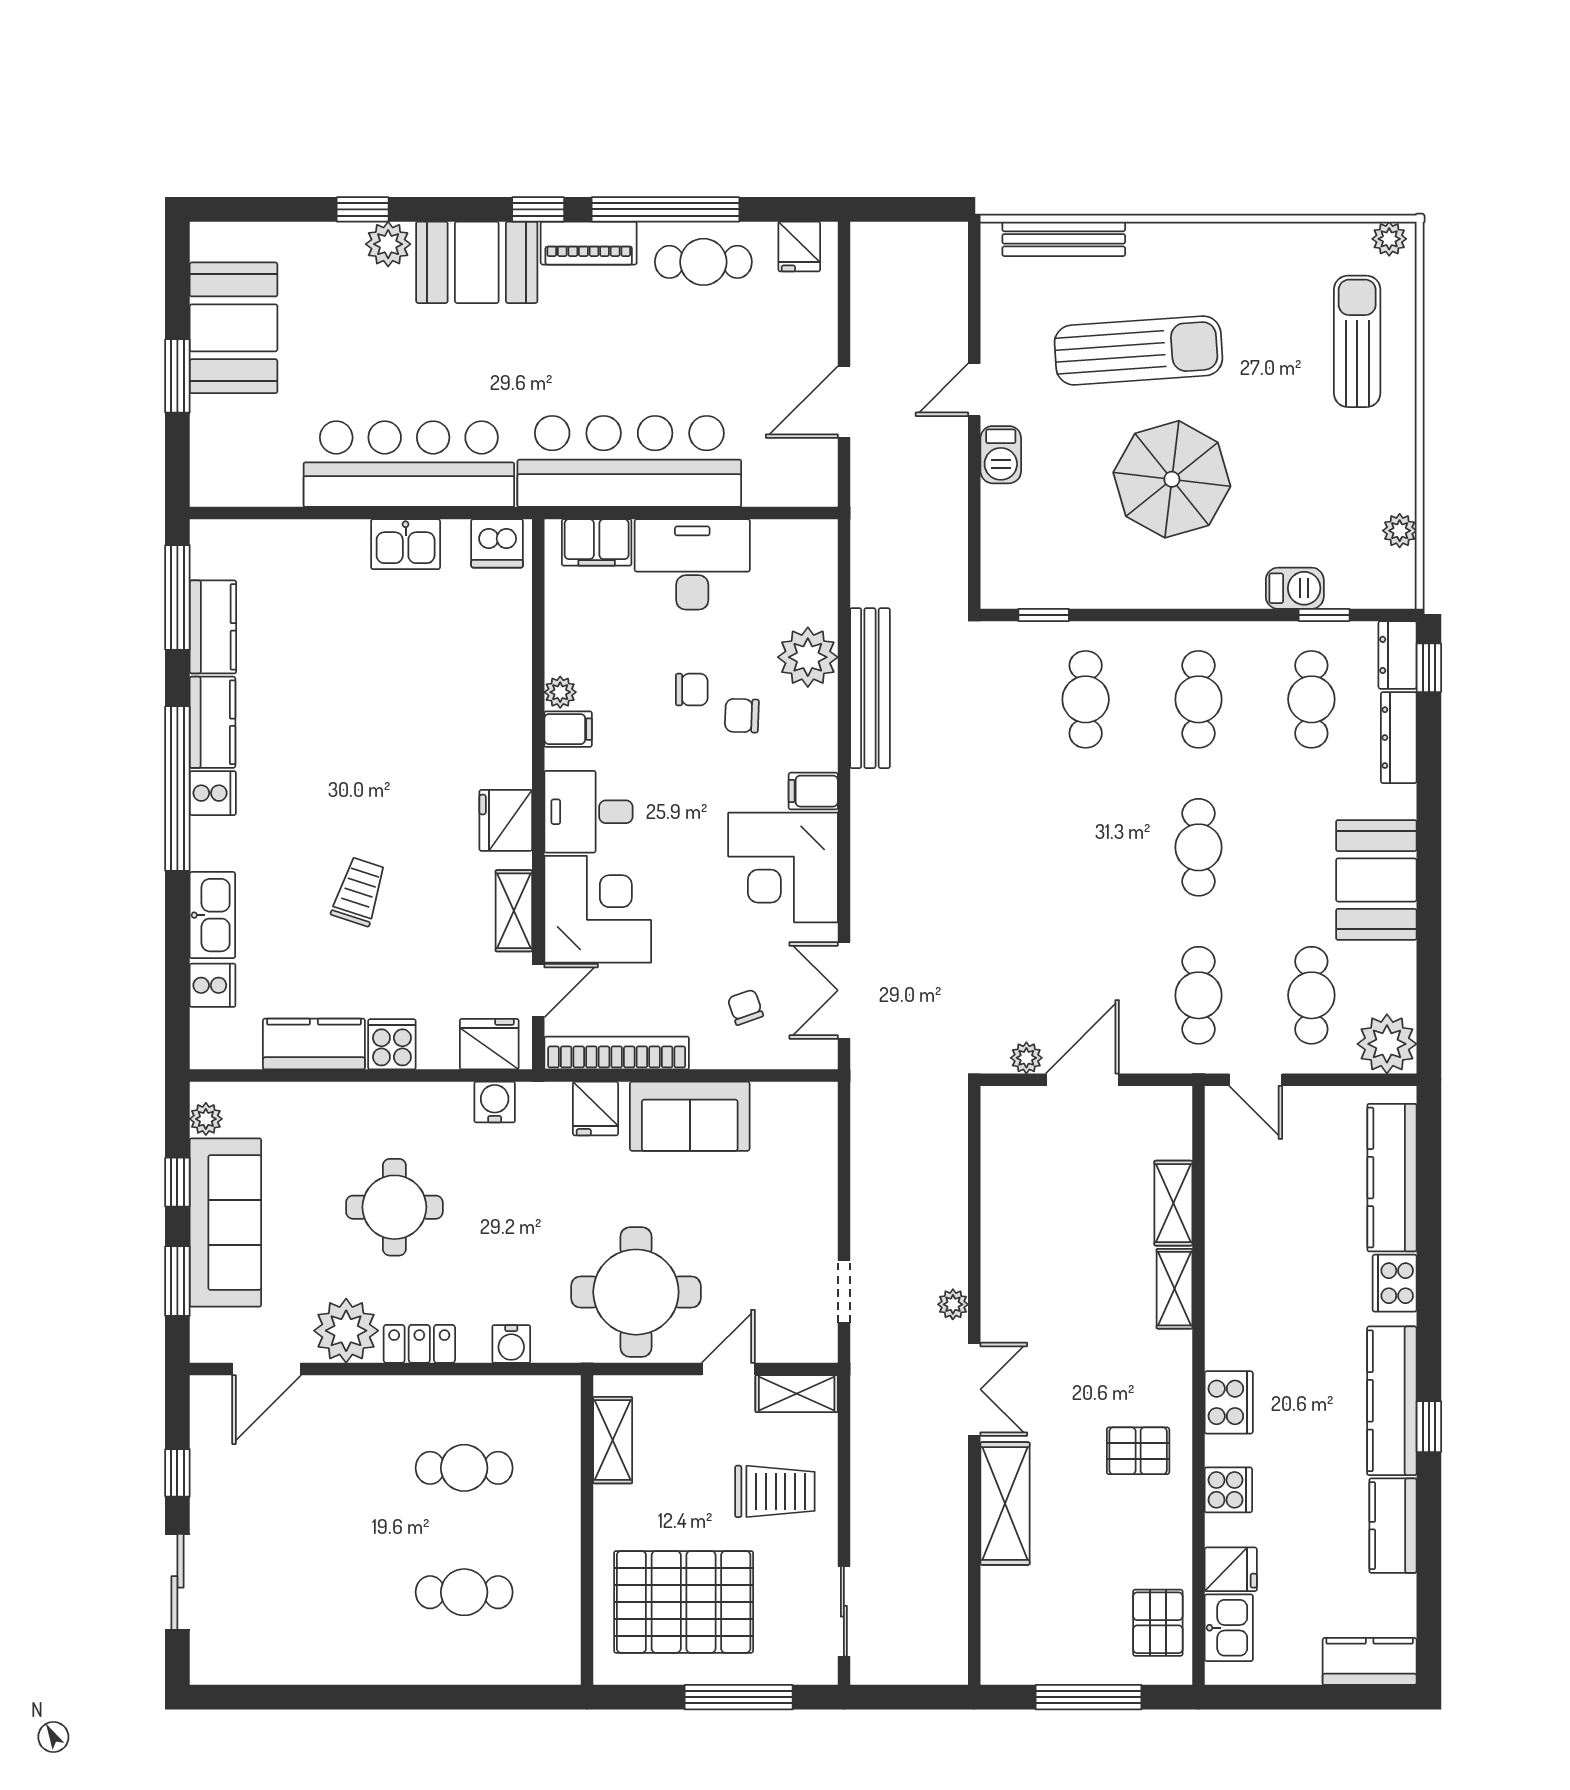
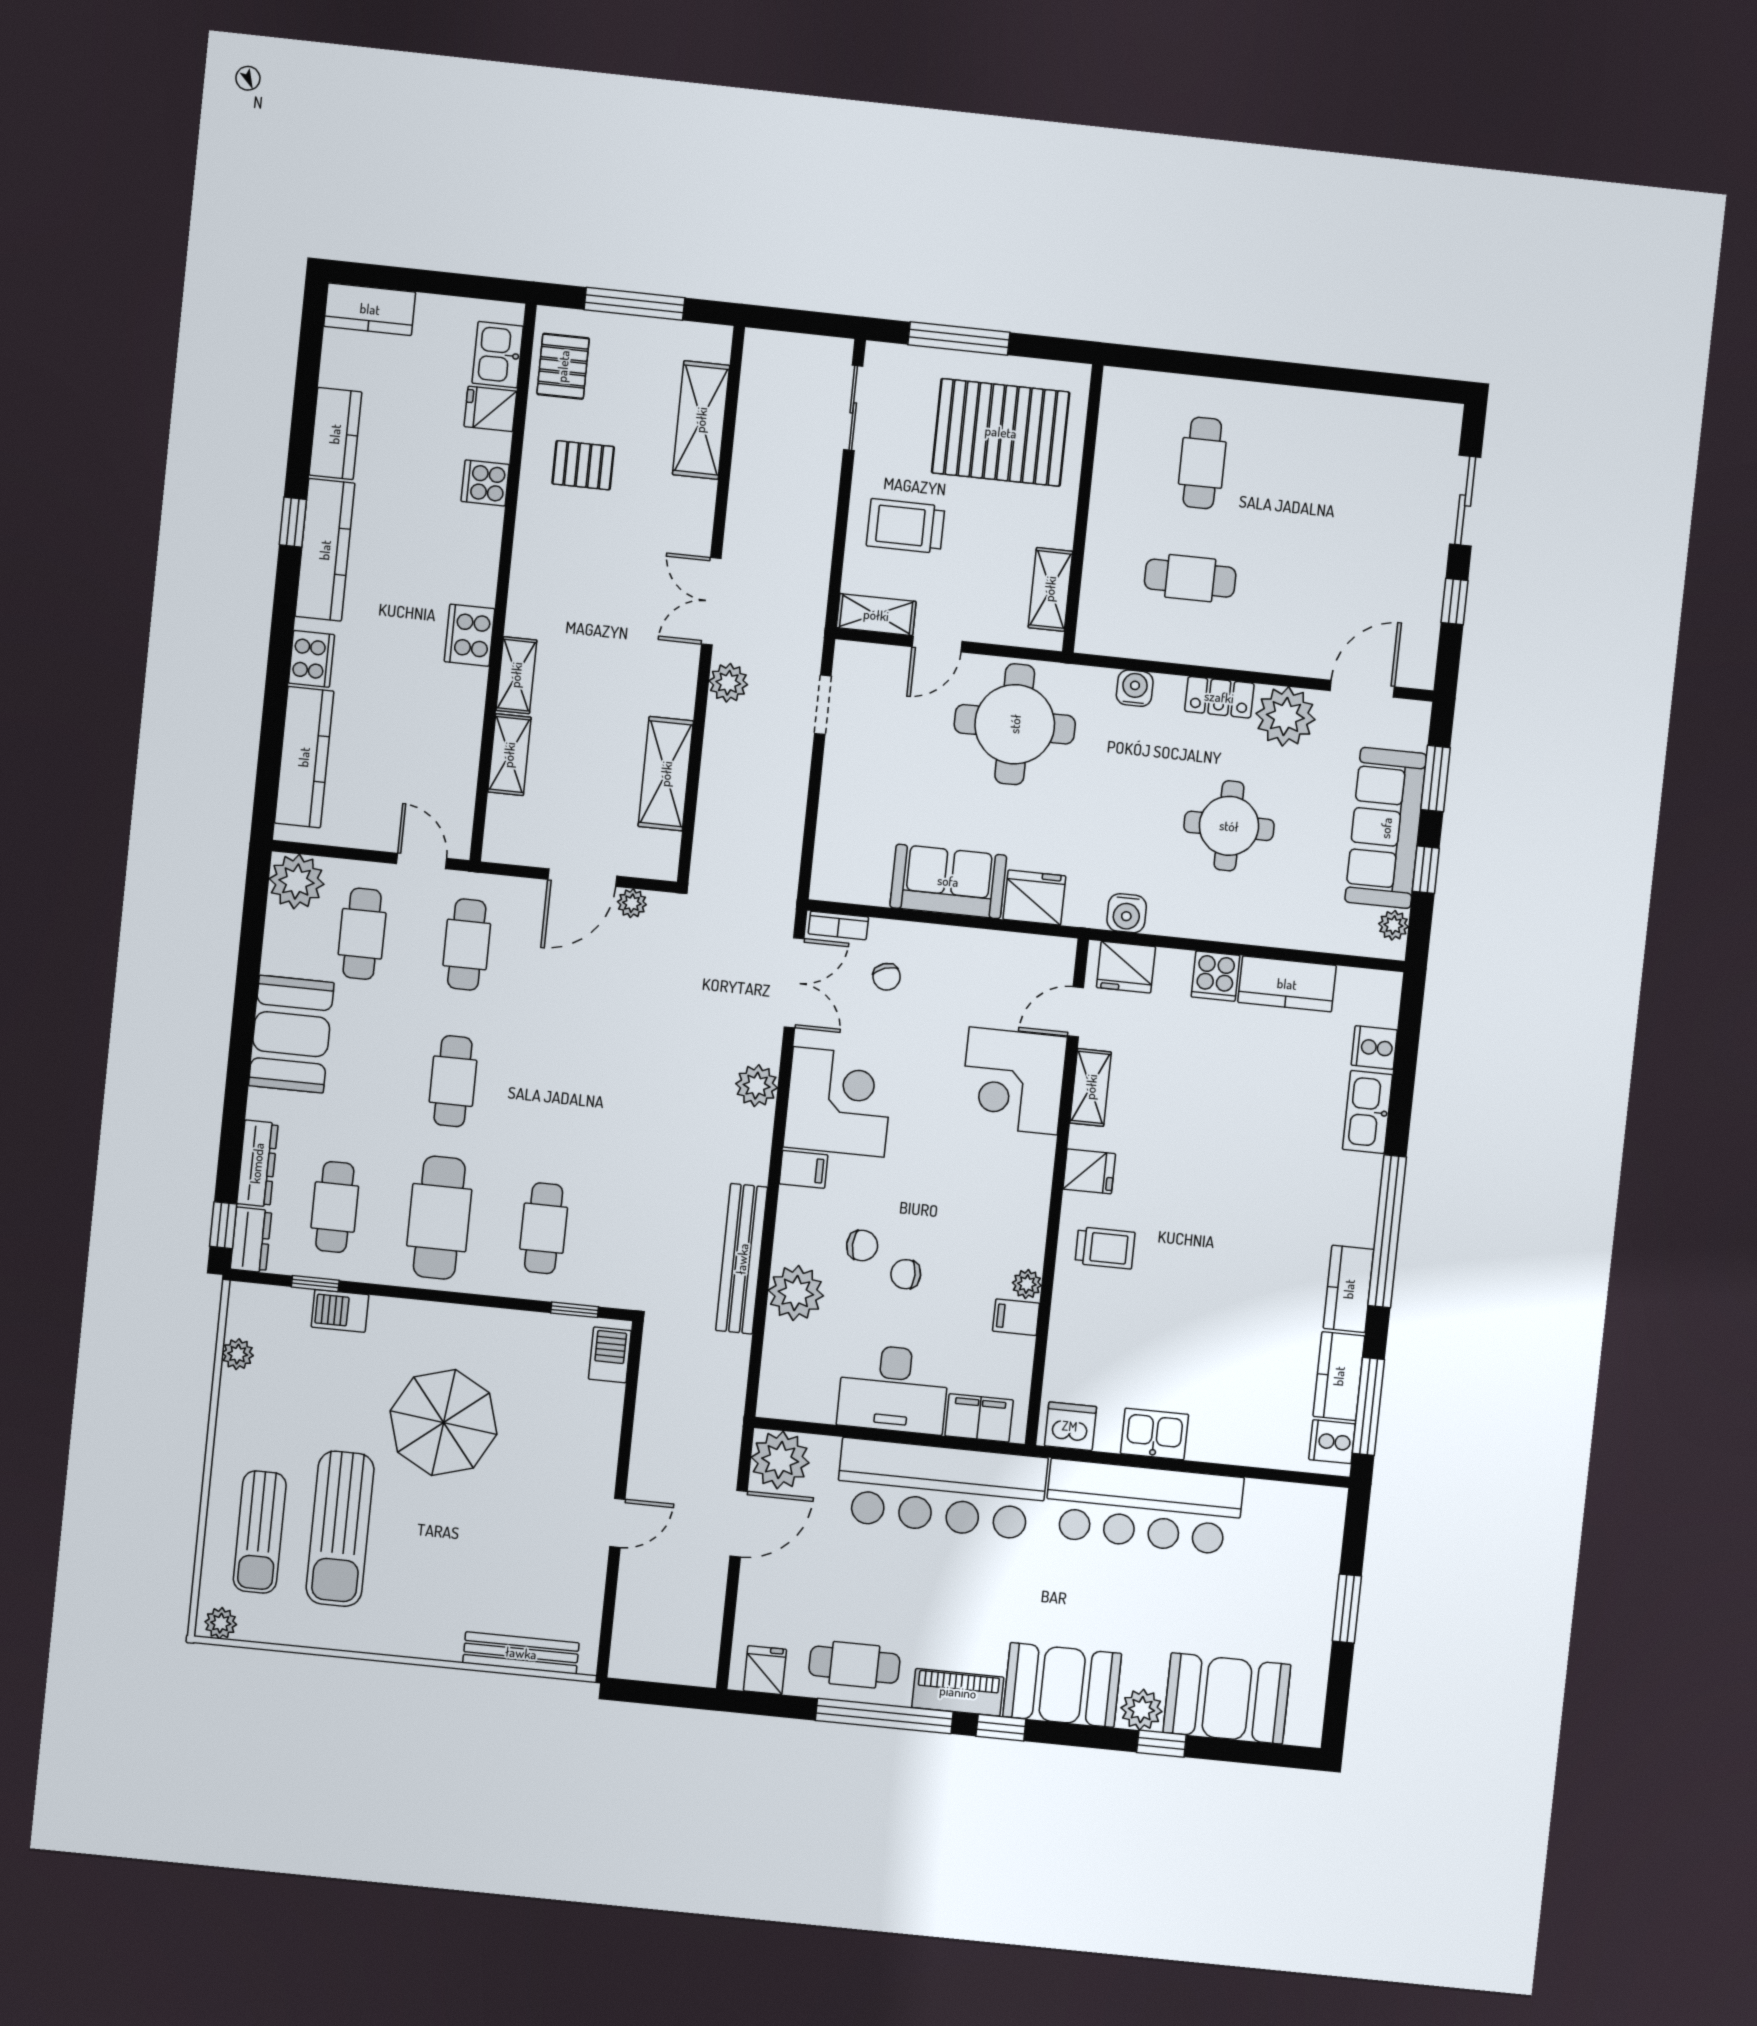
booth: (234, 328) -> (1227, 1698), moved, turned 90
sun lounger: (1138, 350) -> (340, 1529), moved, turned -86
barbecue: (1001, 455) -> (610, 1355), moved
plant: (806, 475) -> (780, 1460), added
cafe table: (1199, 699) -> (439, 1218), width x1.37, depth x1.35
filing cabinet: (568, 729) -> (1016, 1317), moved
cooker: (213, 793) -> (1332, 1442), moved
desk: (588, 812) -> (1012, 1172), removed
fridge: (506, 820) -> (1089, 1171), width x0.72
plant: (873, 876) -> (757, 1086), added
trolley: (359, 892) -> (1105, 1248), moved, turned -108
bookcase: (617, 1053) -> (838, 925), moved, width x0.43, depth x0.76
fridge: (595, 1109) -> (1034, 898), width x1.38
shelving: (1004, 1200) -> (666, 774), added
plant: (953, 1304) -> (728, 683), width x1.38, depth x1.38
cooker: (1229, 1402) -> (470, 635), moved
pallet: (1138, 1451) -> (583, 465), moved
shelving: (1005, 1504) -> (701, 420), moved
cafe table: (464, 1592) -> (1202, 463), turned 90

